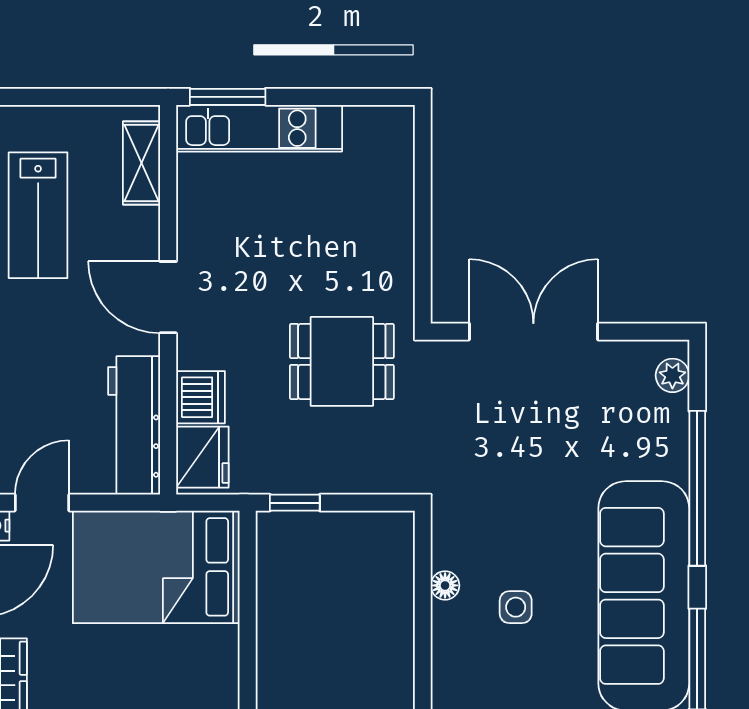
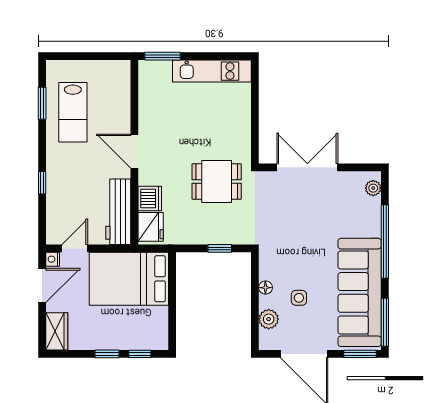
kitchen unit: (259, 128) -> (212, 71), moved
shelving: (141, 163) -> (122, 88), removed
window: (295, 503) -> (220, 248), moved
plant: (452, 652) -> (269, 319), added

